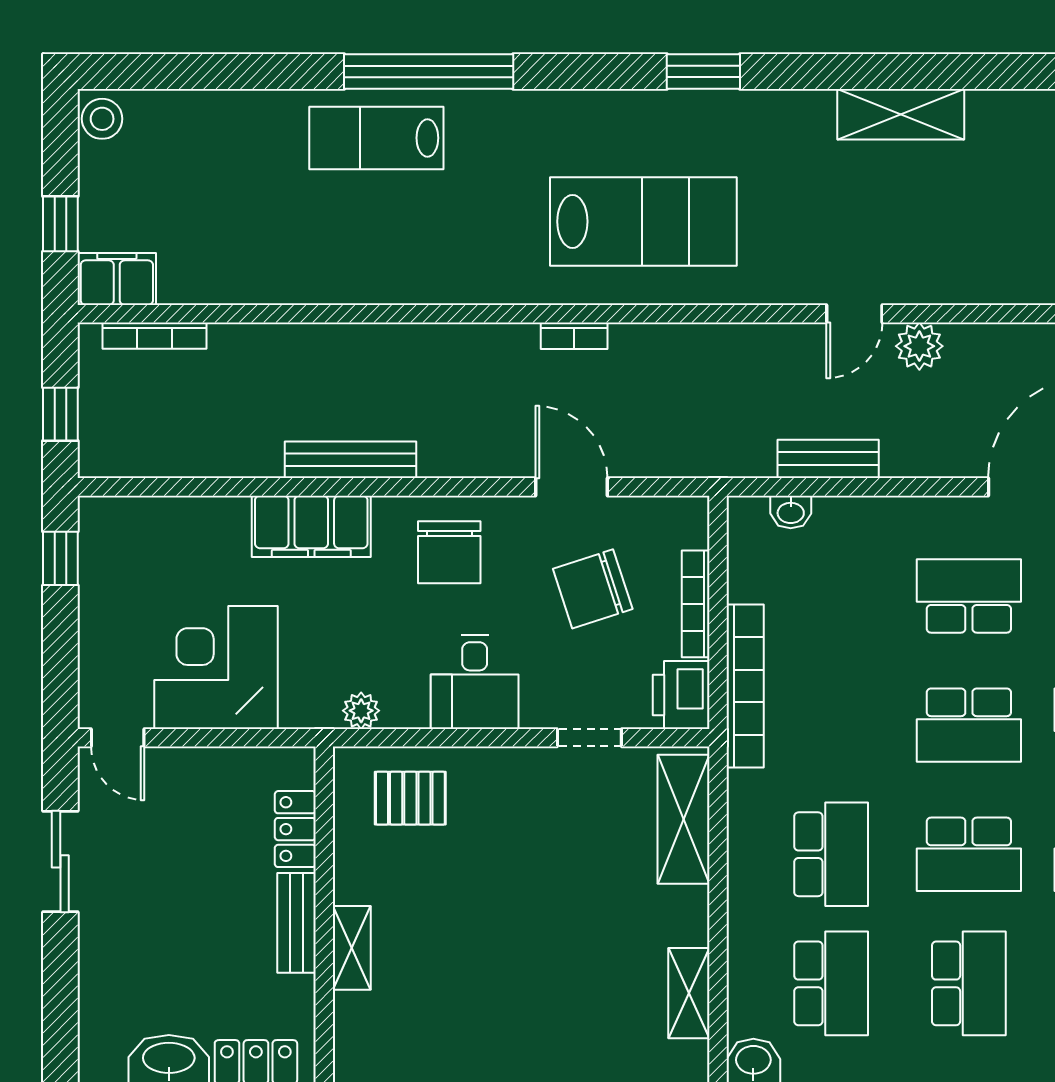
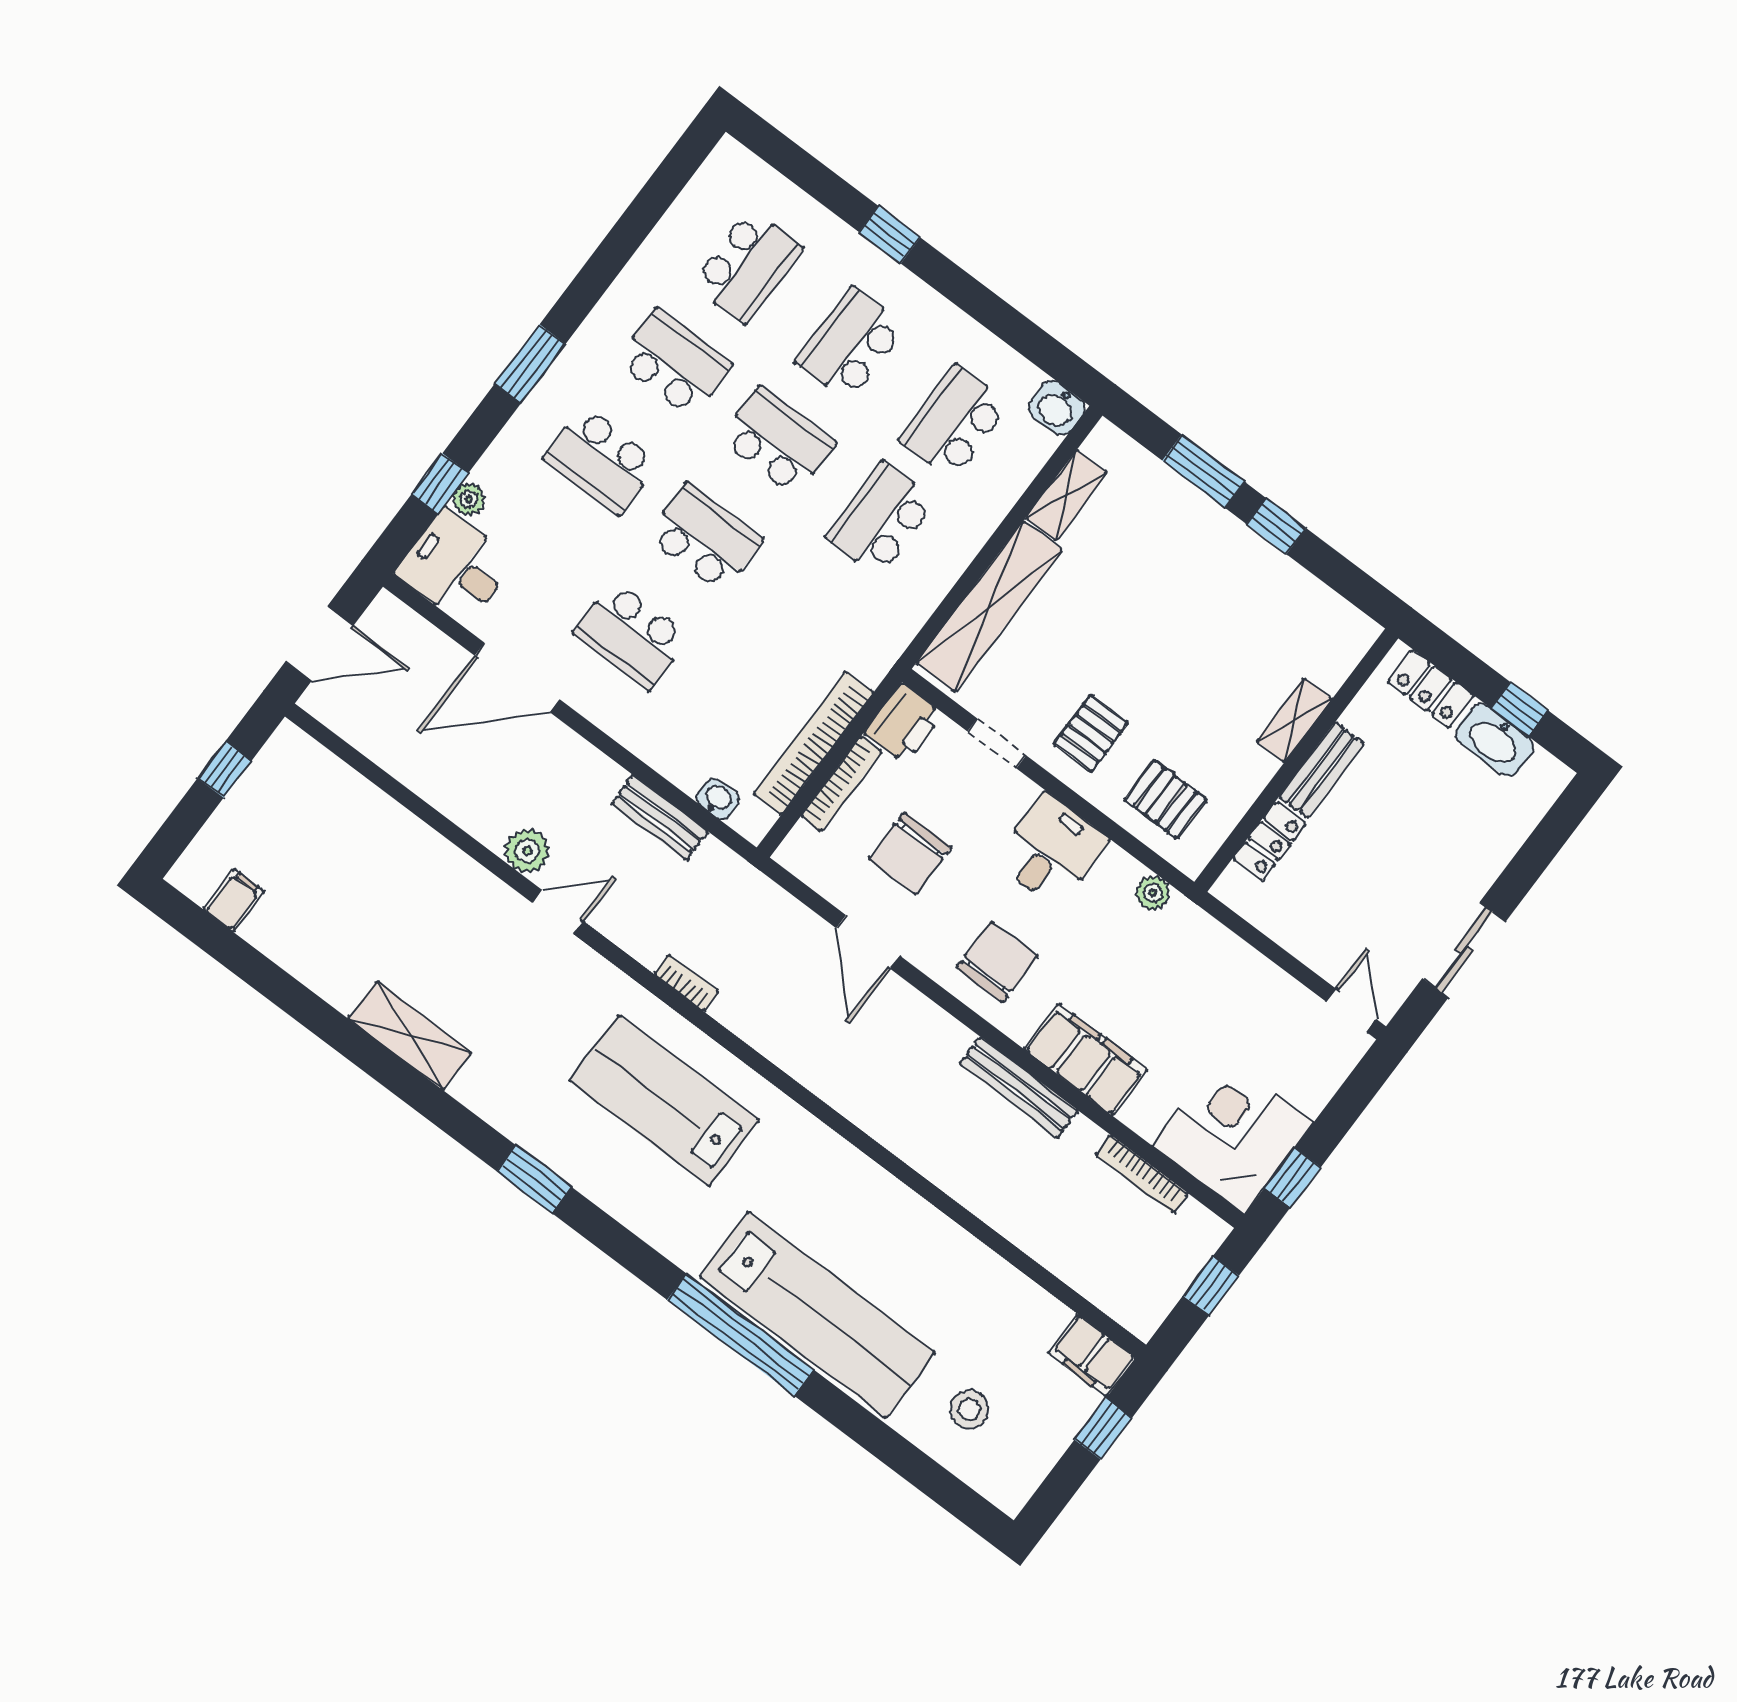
stool: (102, 119) -> (970, 1409), moved
lab bench: (376, 138) -> (817, 1314), width x1.86, depth x1.39
bookcase: (155, 336) -> (1142, 1174), moved, turned 180
bookcase: (574, 336) -> (686, 983), moved
chair: (593, 589) -> (910, 853), turned 108
corner desk: (216, 668) -> (1233, 1134), moved, turned 180
bookcase: (745, 686) -> (814, 743), moved
pallet: (516, 807) -> (1091, 733), added
shelving: (683, 819) -> (989, 606), width x1.47

